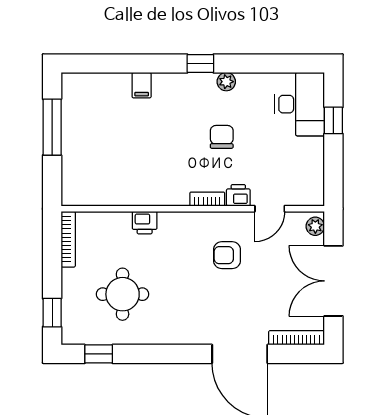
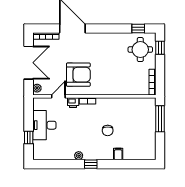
desk: (300, 104) -> (44, 125), moved
window: (52, 127) -> (160, 119), moved
chair: (222, 137) -> (108, 130), moved
printer: (145, 223) -> (117, 90), removed
armchair: (227, 255) -> (78, 75), width x1.88, depth x1.88
round table: (123, 294) -> (140, 50), moved

